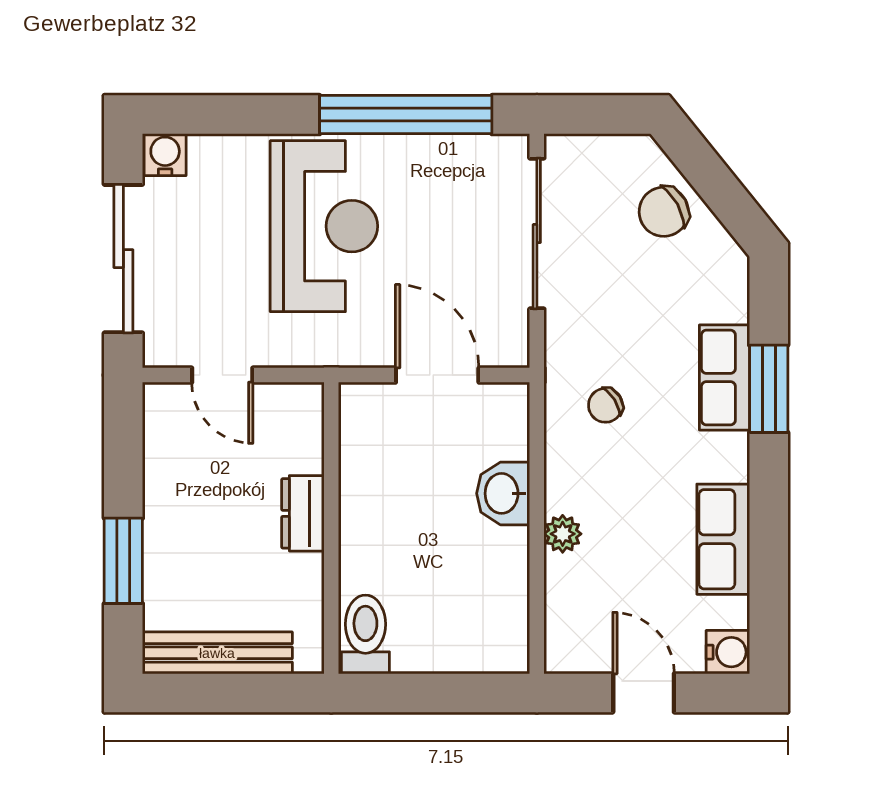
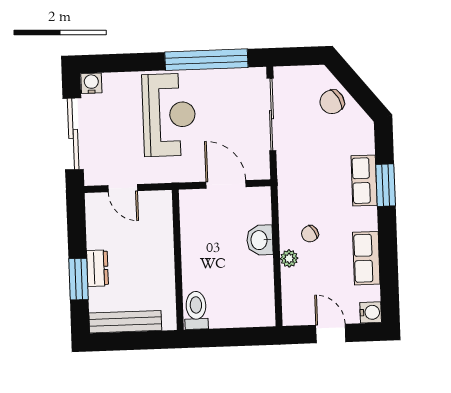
chair: (605, 405) -> (310, 234), moved
dresser: (303, 513) -> (97, 268), moved, turned 180

